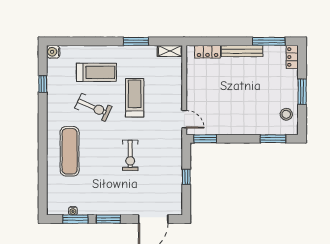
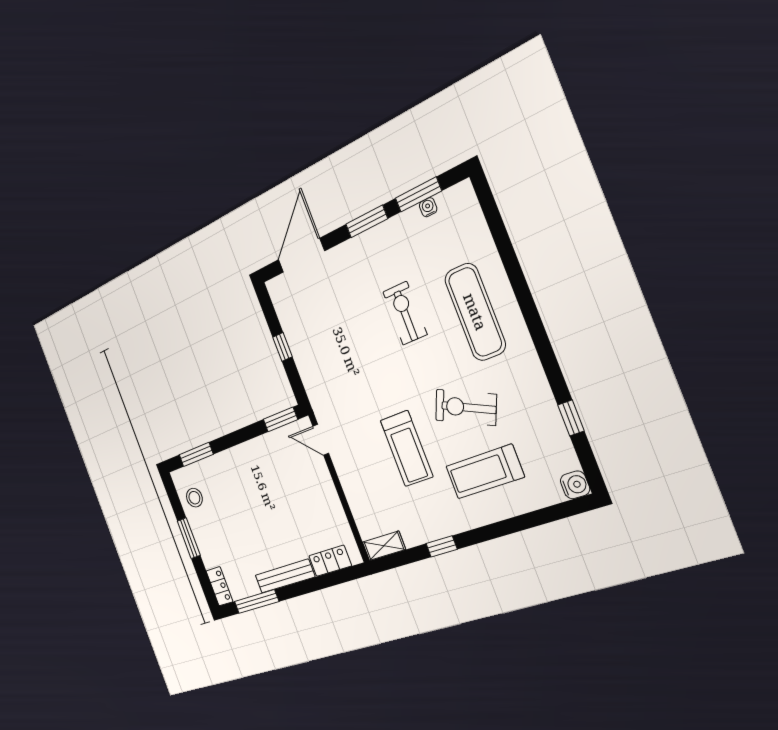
window: (136, 41) -> (442, 546), width x0.67
exercise bike: (130, 155) -> (405, 313), moved

